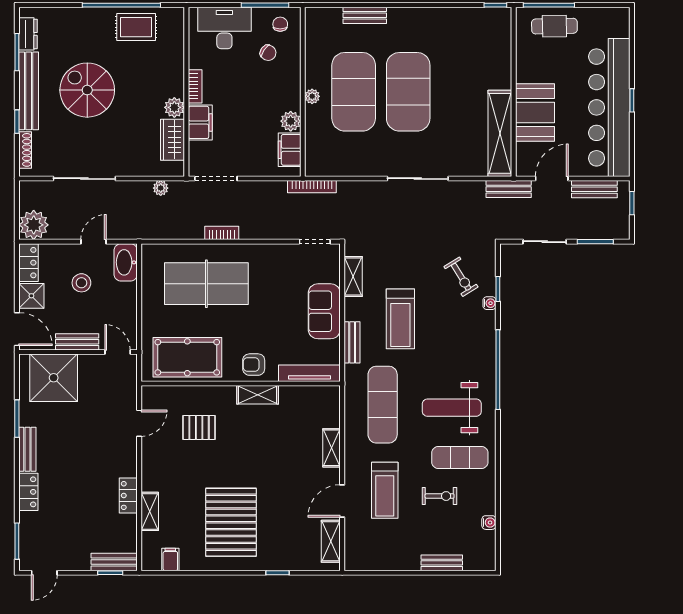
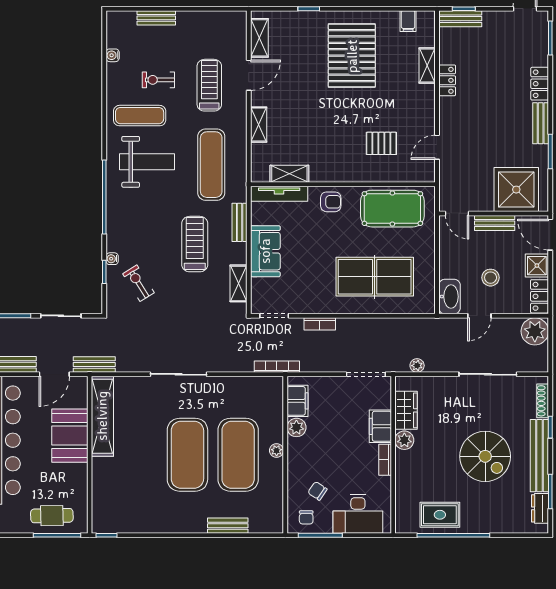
bookcase: (222, 233) -> (320, 324), moved
shelving: (258, 395) -> (289, 174), moved

